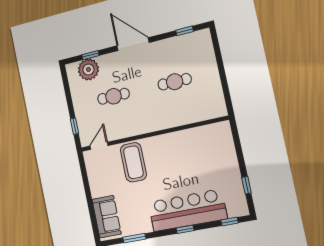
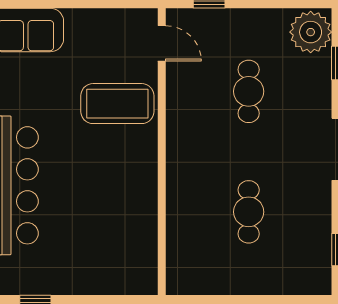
plant: (88, 69) -> (311, 32), moved

